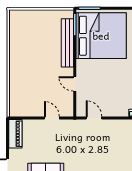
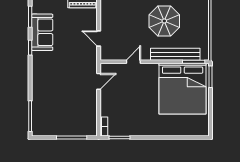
parasol: (35, 54) -> (164, 21), added
door: (52, 118) -> (99, 39), swing flipped

